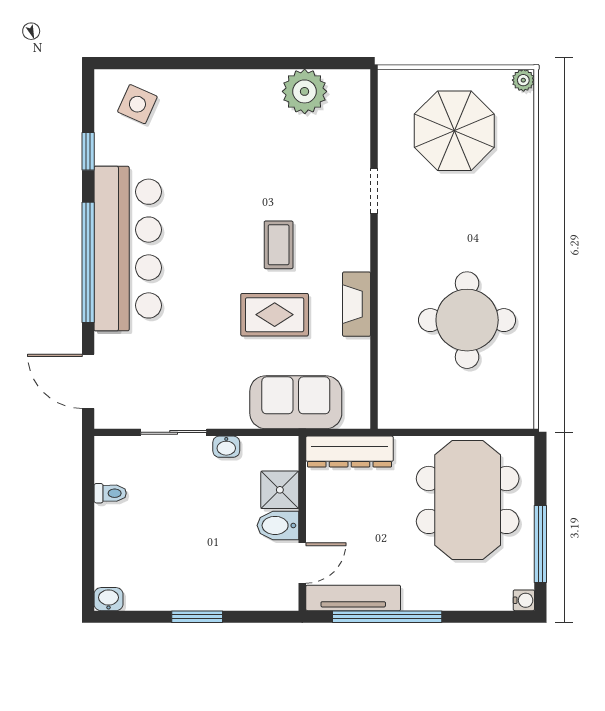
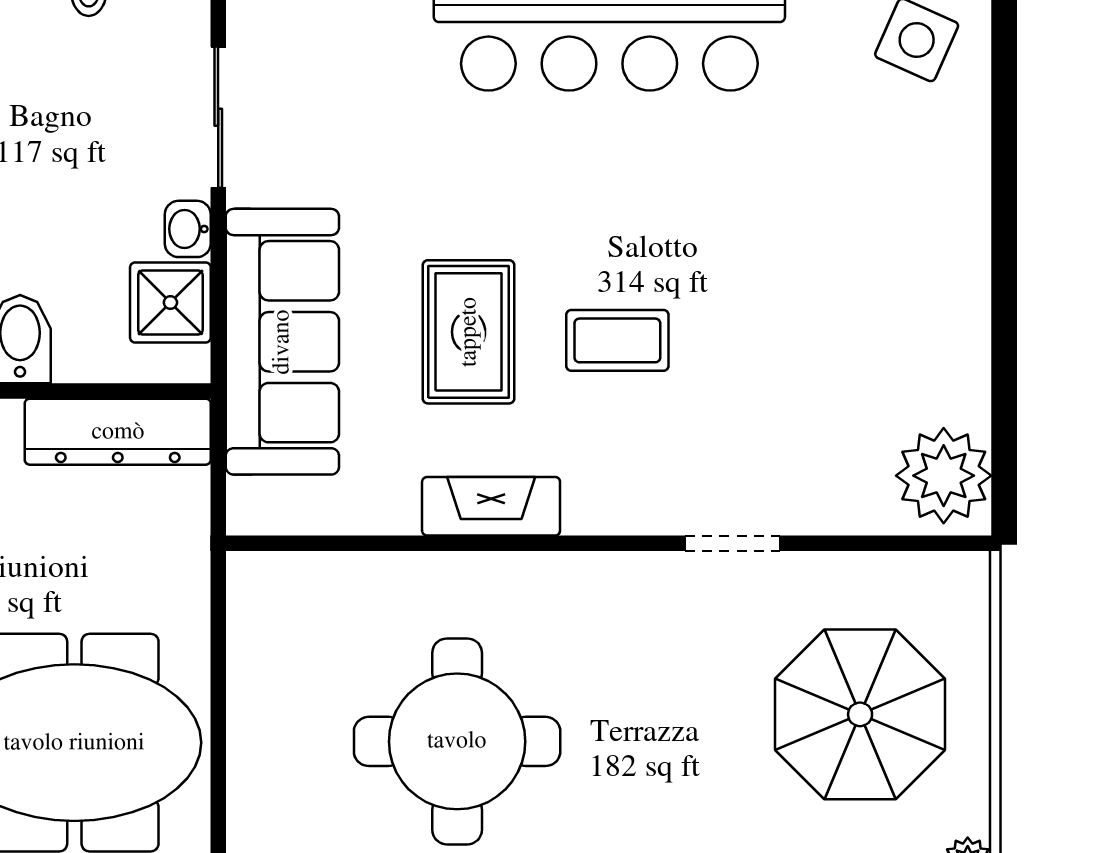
plant: (305, 91) -> (944, 476), moved
sofa: (296, 402) -> (282, 342), width x1.36
dresser: (350, 452) -> (118, 432), moved, turned -90
shower: (280, 490) -> (170, 302), moved

